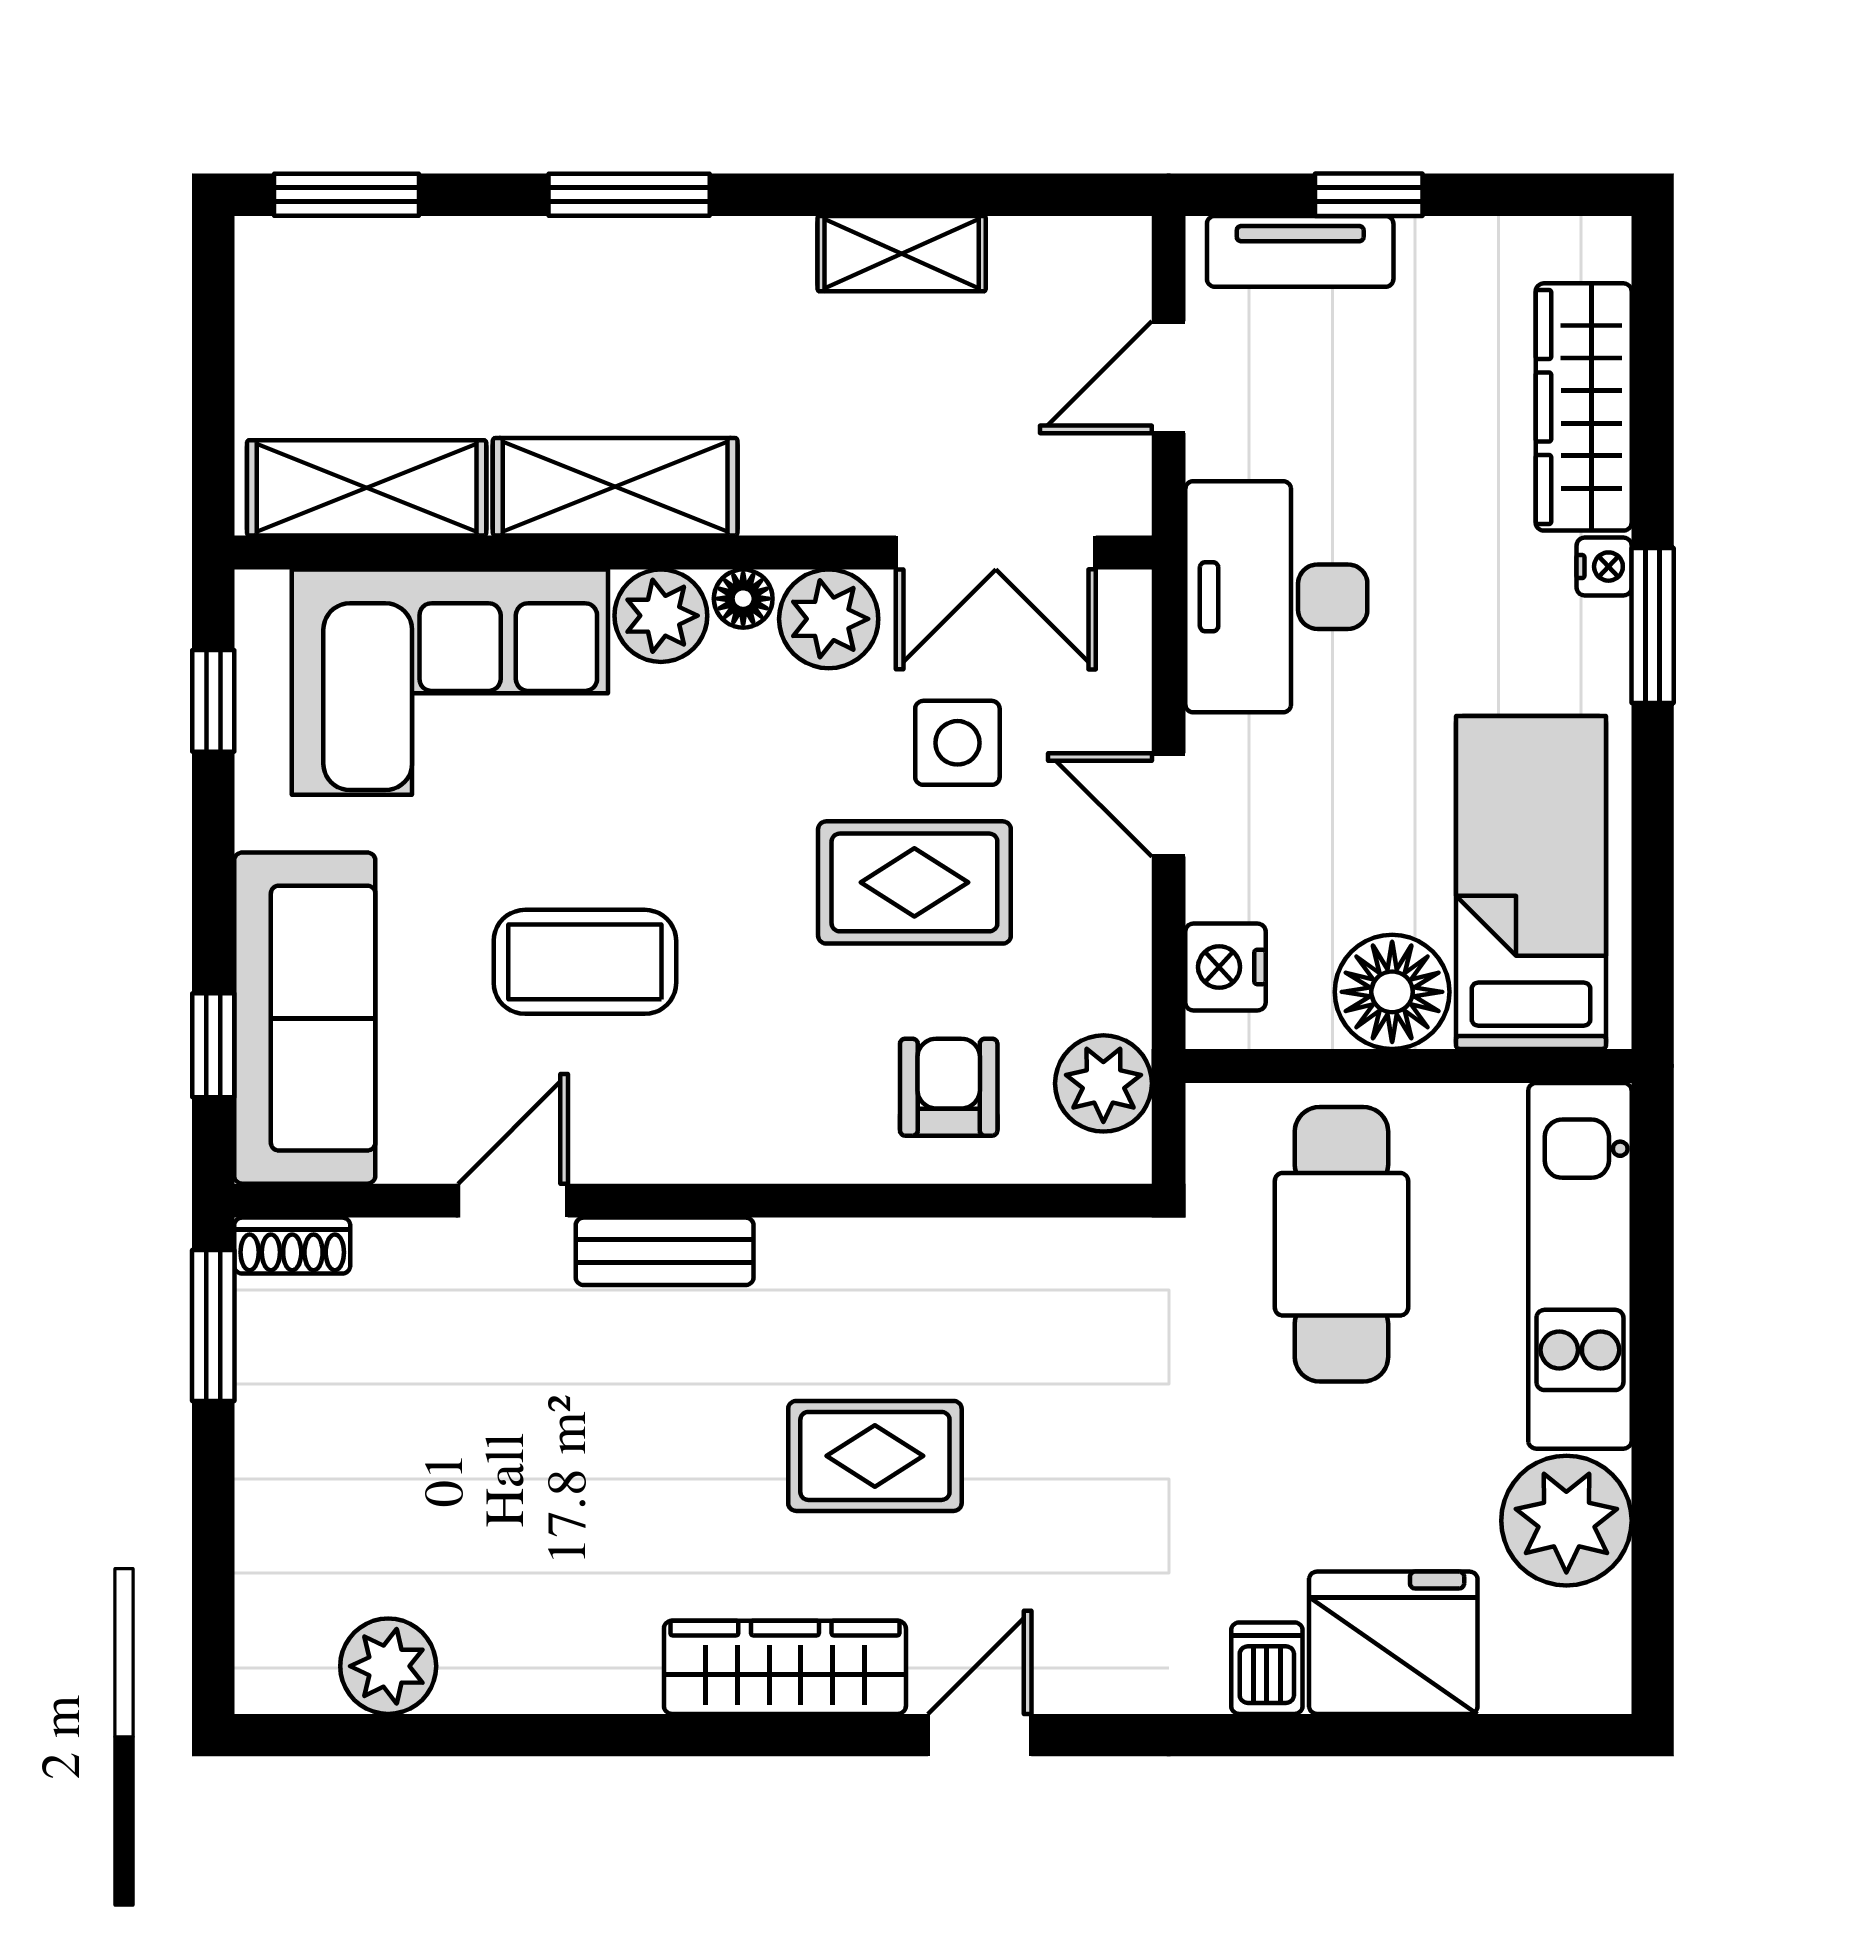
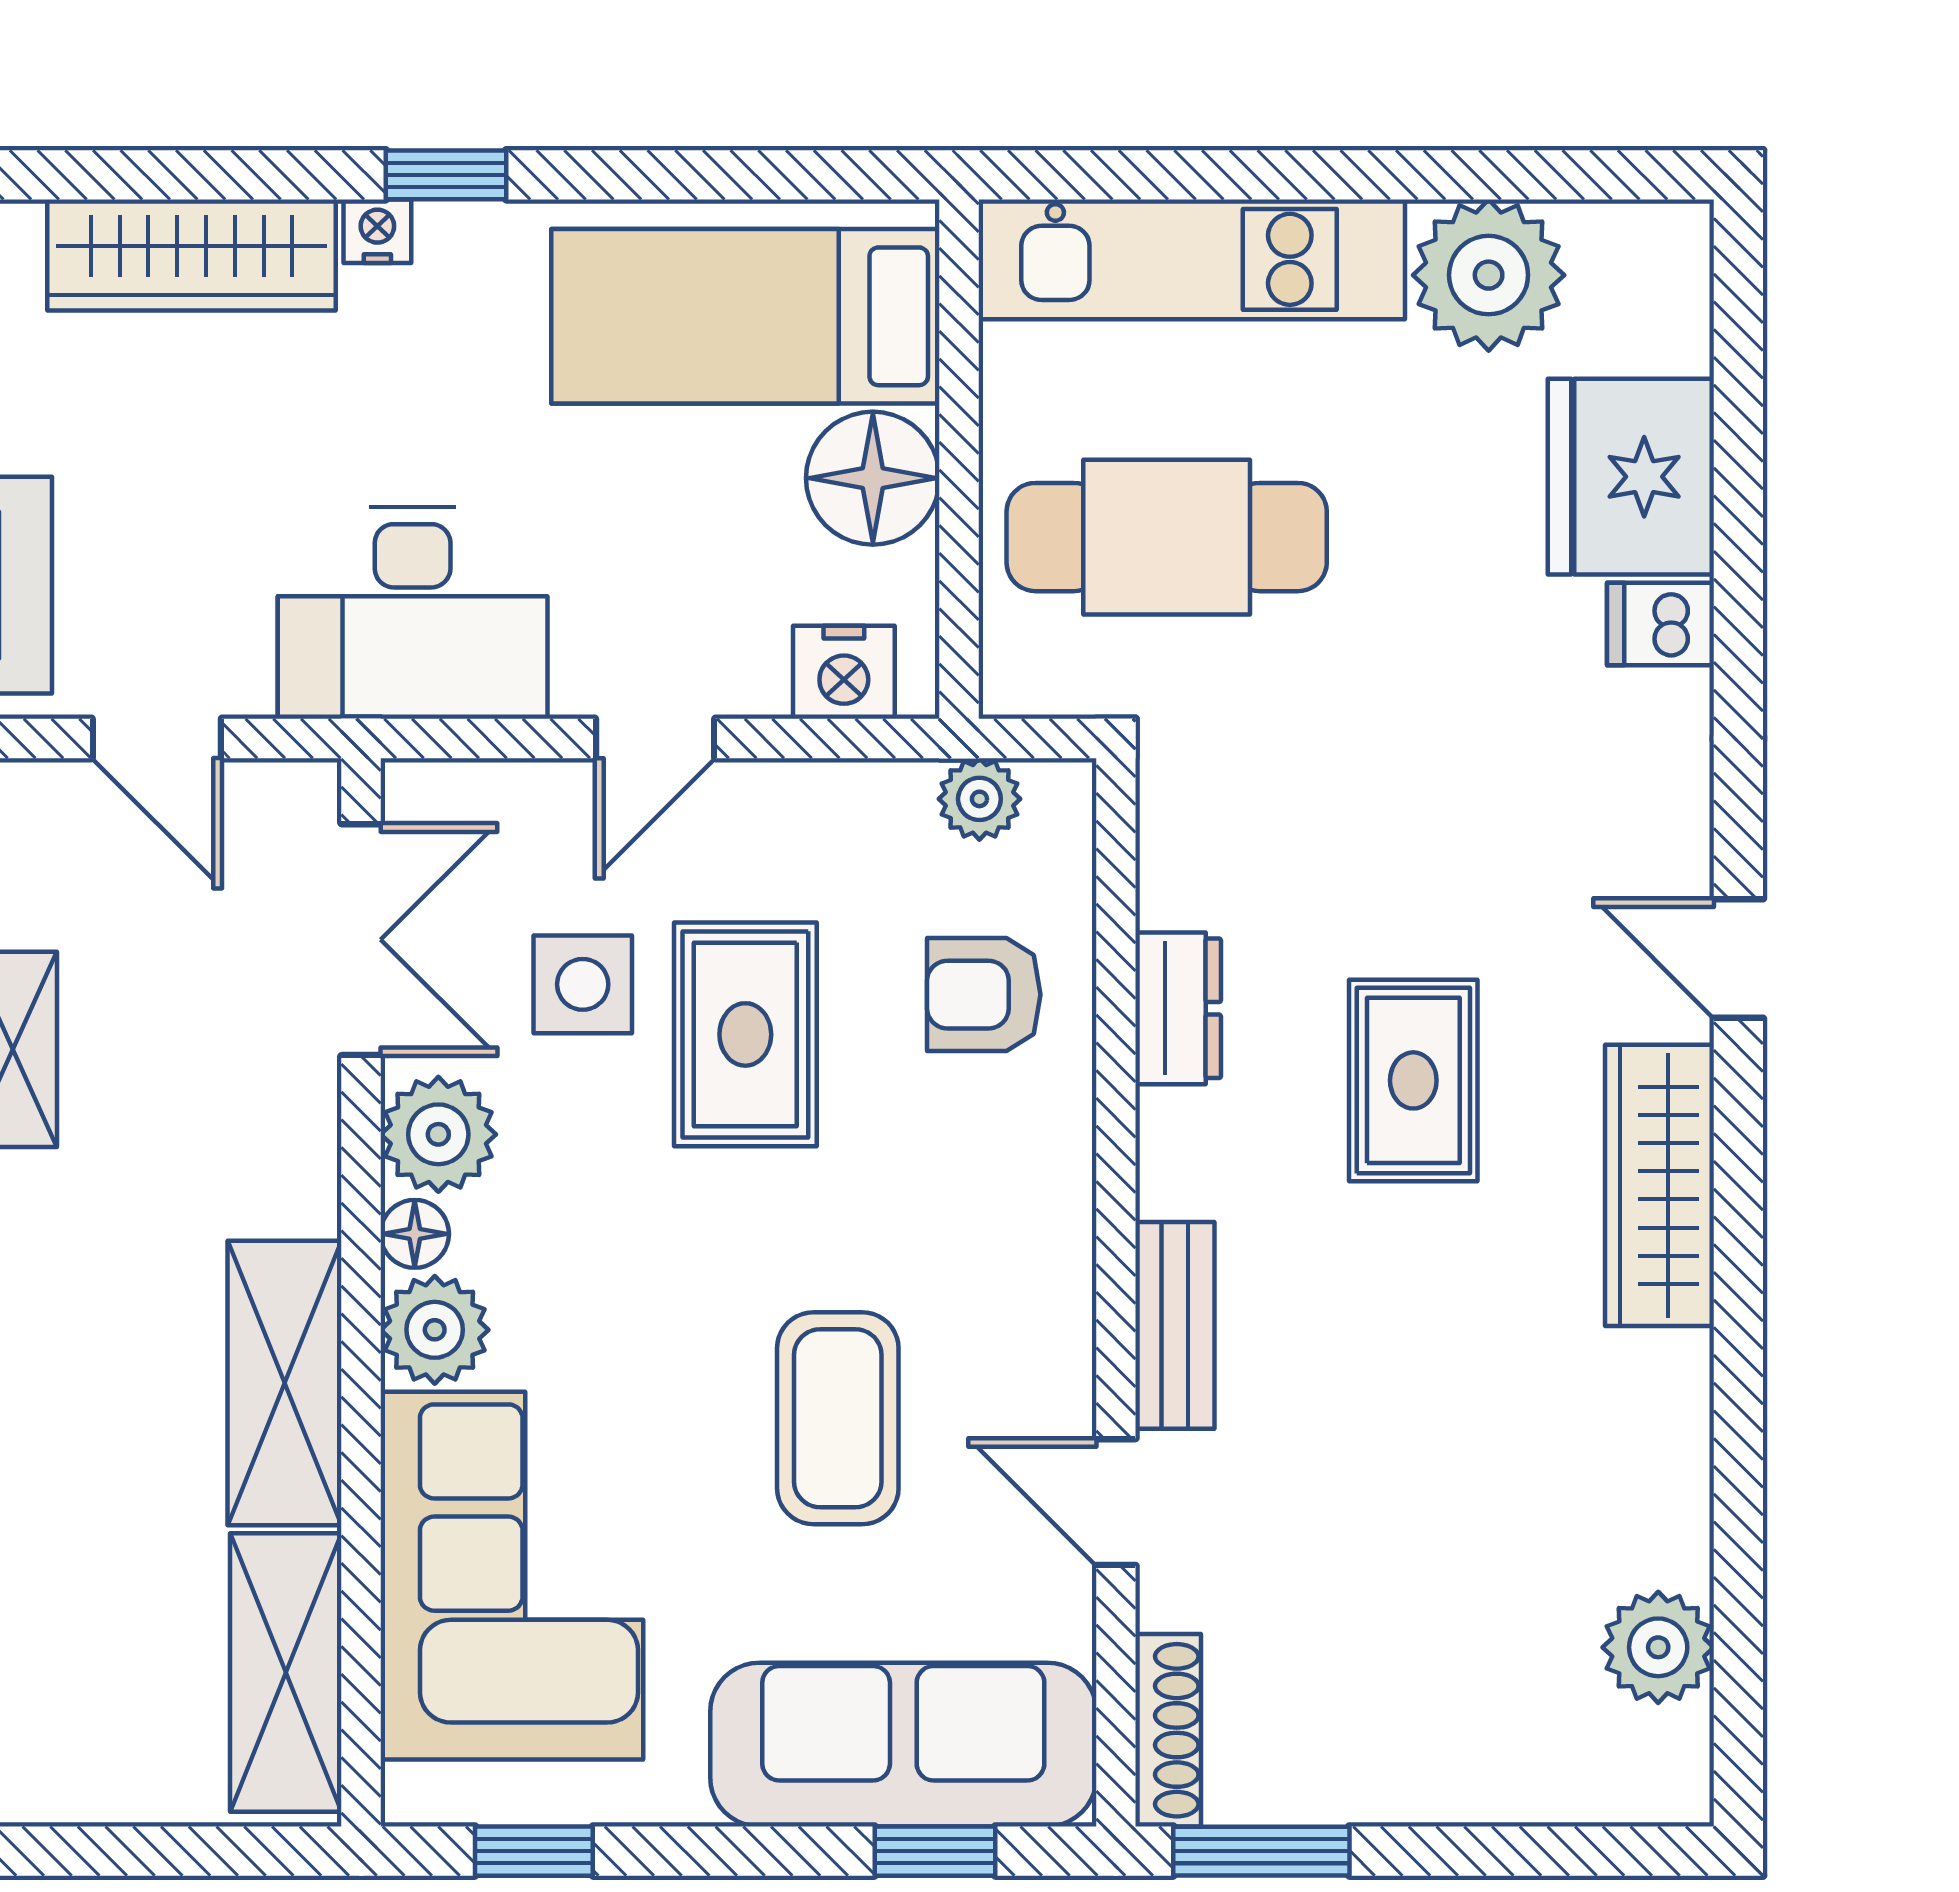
window: (1653, 625) -> (446, 175), width x0.67
plant: (1103, 1083) -> (979, 799), width x0.73, depth x0.73
shoe rack: (292, 1246) -> (1168, 1730), width x1.43
dresser: (937, 1254) -> (1178, 1008), added

